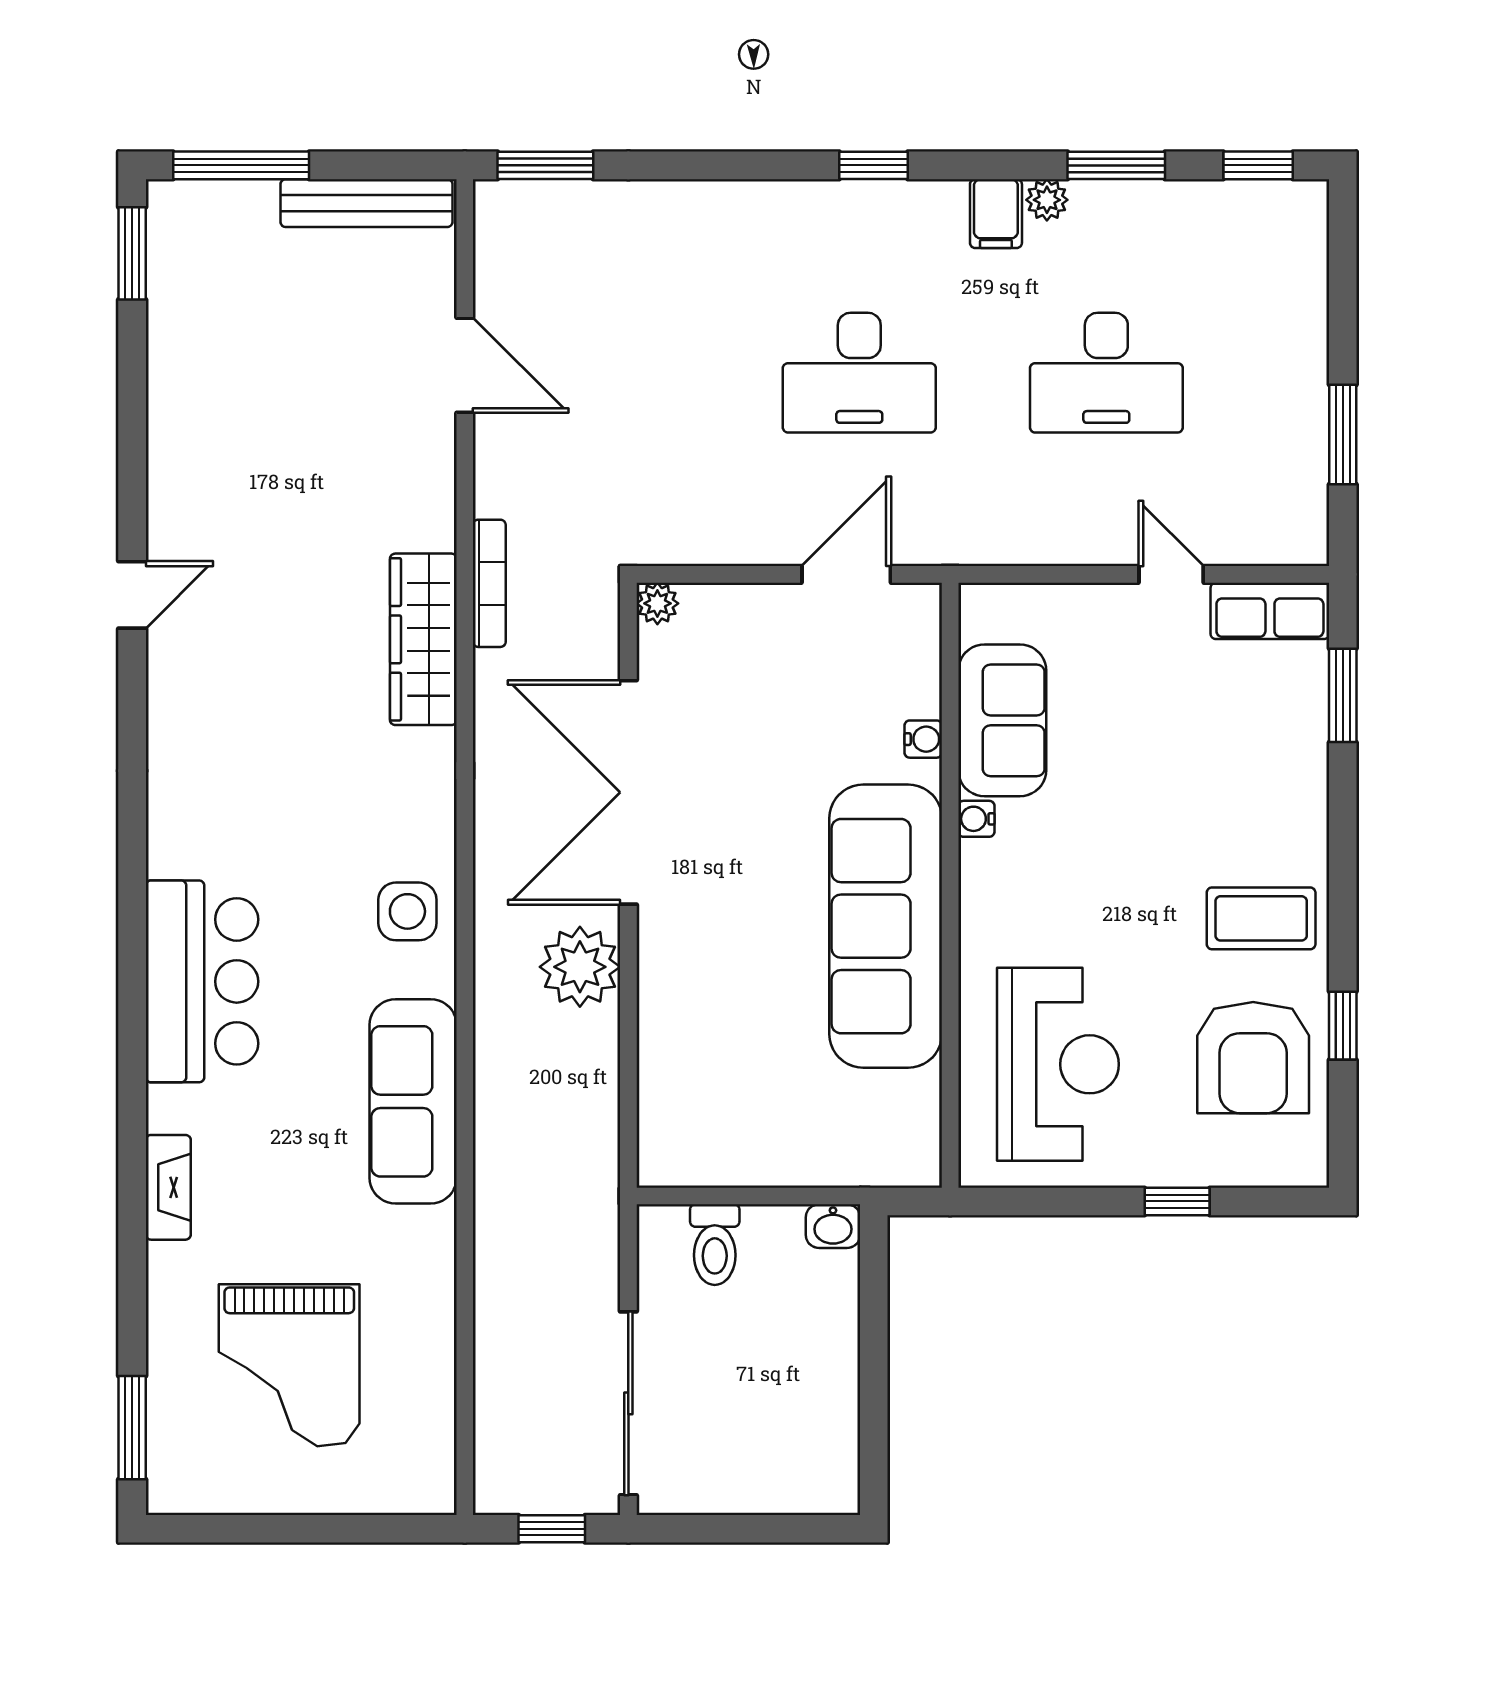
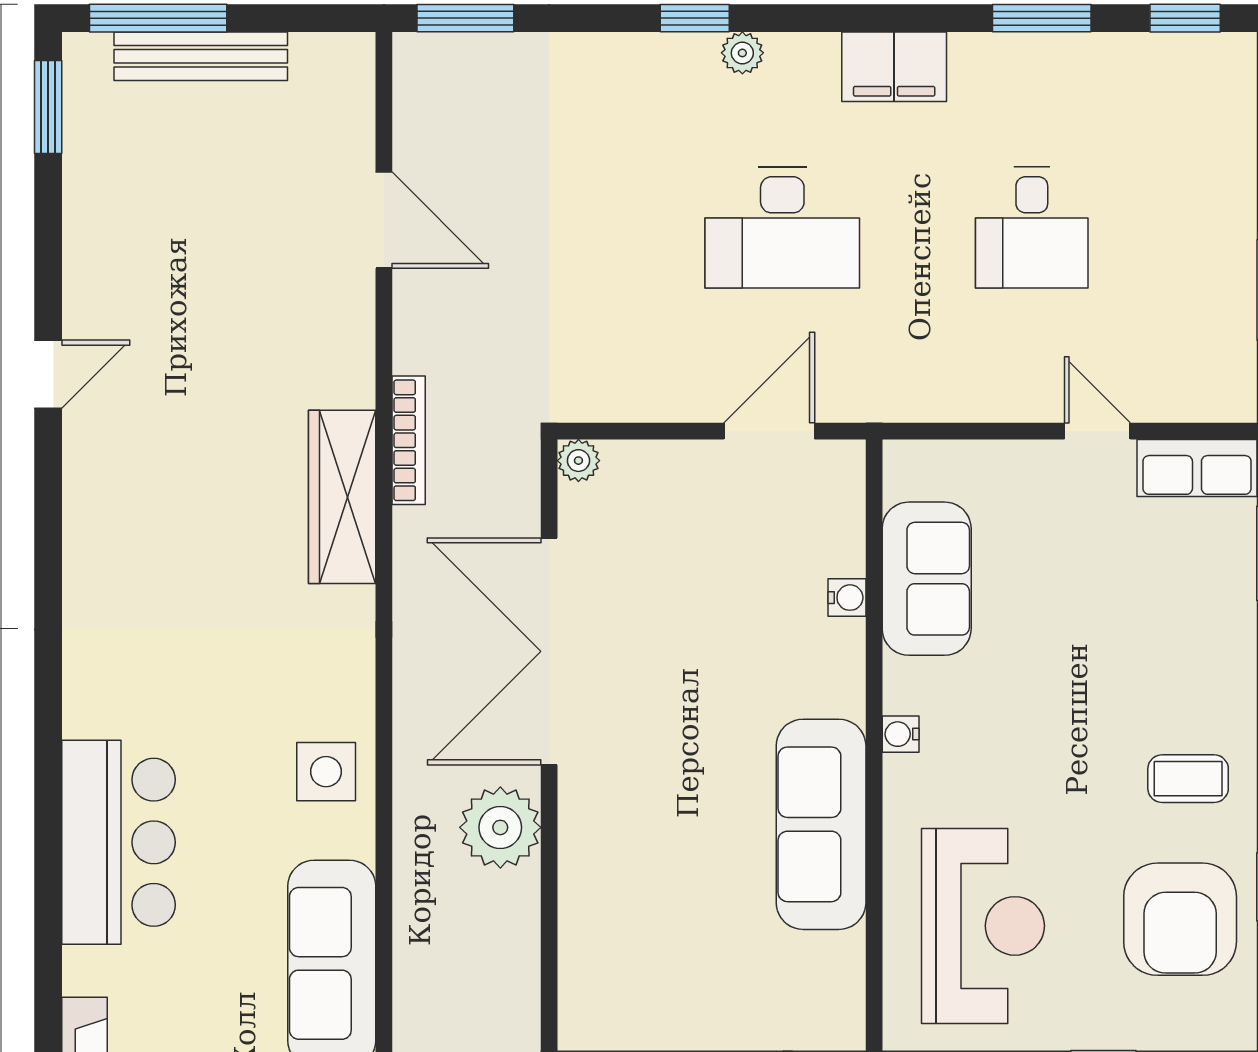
window: (873, 165) -> (695, 18), moved
plant: (1047, 200) -> (742, 53), moved
bench: (366, 203) -> (201, 56), moved
filing cabinet: (996, 214) -> (894, 67), width x2.00
desk: (1106, 373) -> (1032, 227), width x0.73
door: (132, 595) -> (48, 374), moved
water cooler: (976, 819) -> (901, 734), moved
coffee table: (1261, 918) -> (1188, 779), width x0.73, depth x0.77
sofa: (886, 926) -> (821, 824), width x0.74, depth x0.79

